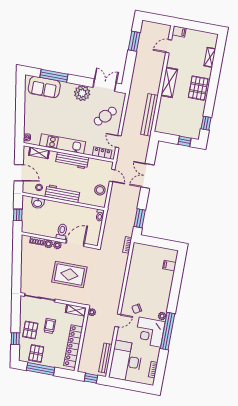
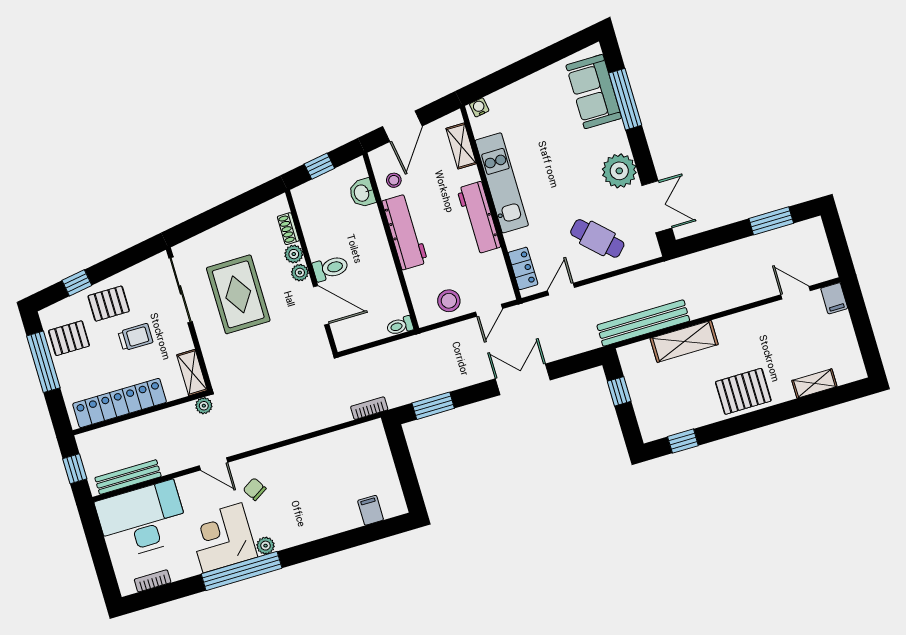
shelving: (169, 82) -> (684, 341), moved
window: (184, 141) -> (619, 391), moved
rug: (69, 275) -> (238, 294), moved

